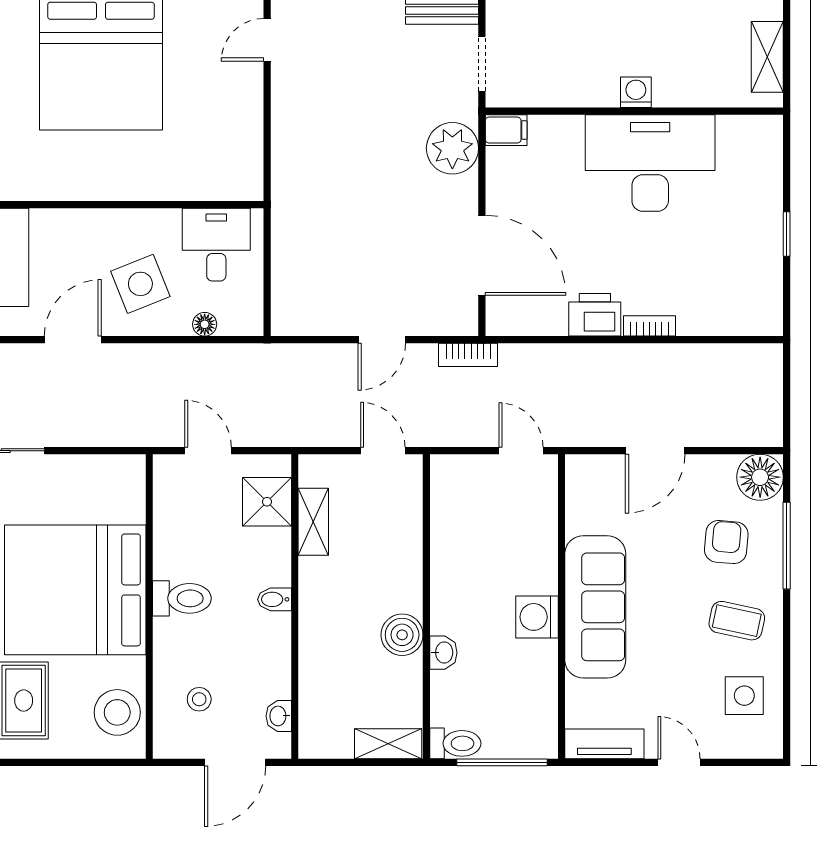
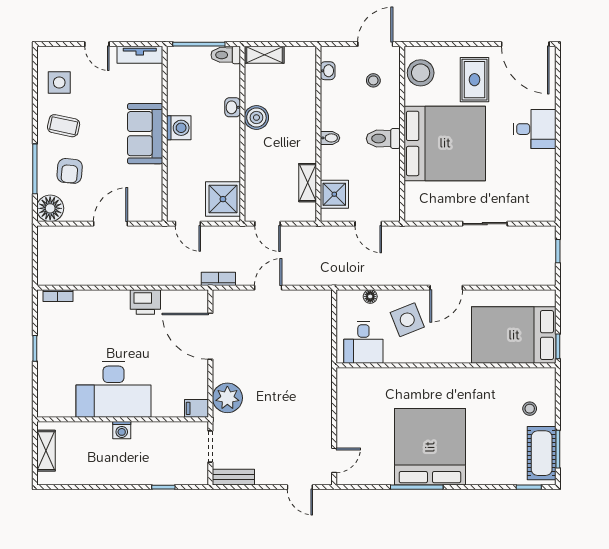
bookcase: (649, 326) -> (58, 296), moved
shower: (460, 493) -> (223, 199), added
sofa: (595, 607) -> (145, 134), width x0.73
door: (235, 762) -> (375, 44), moved

